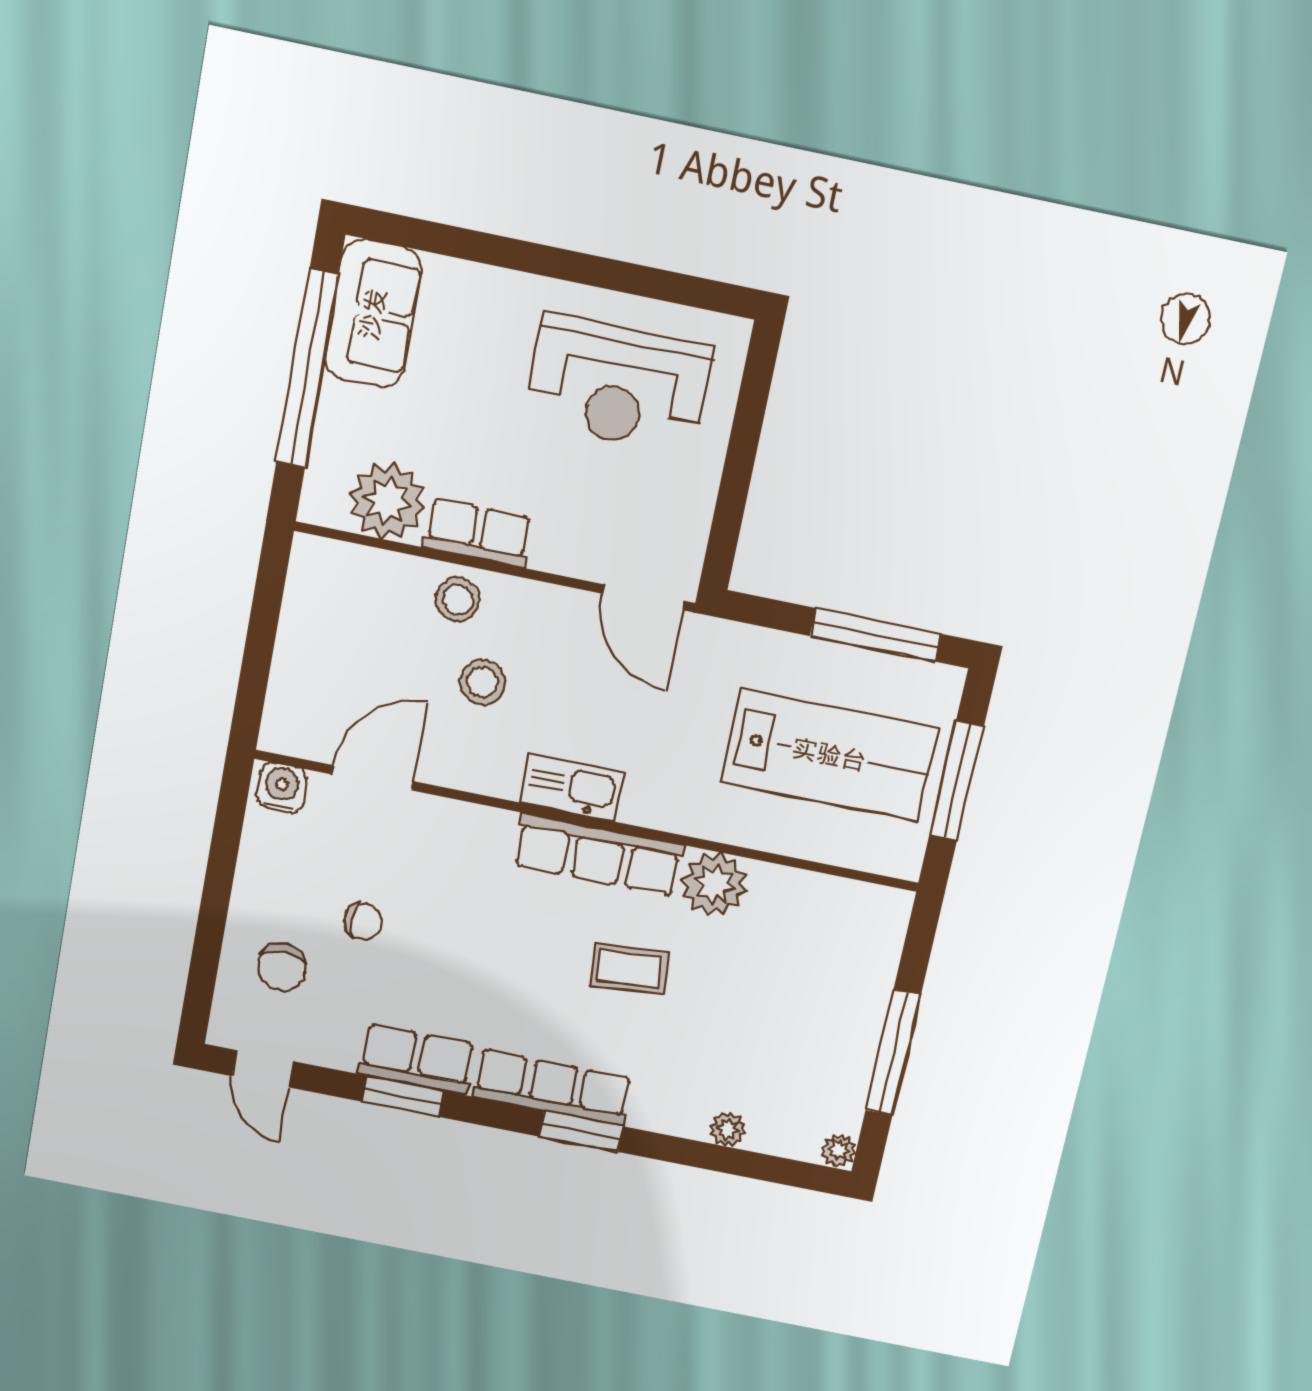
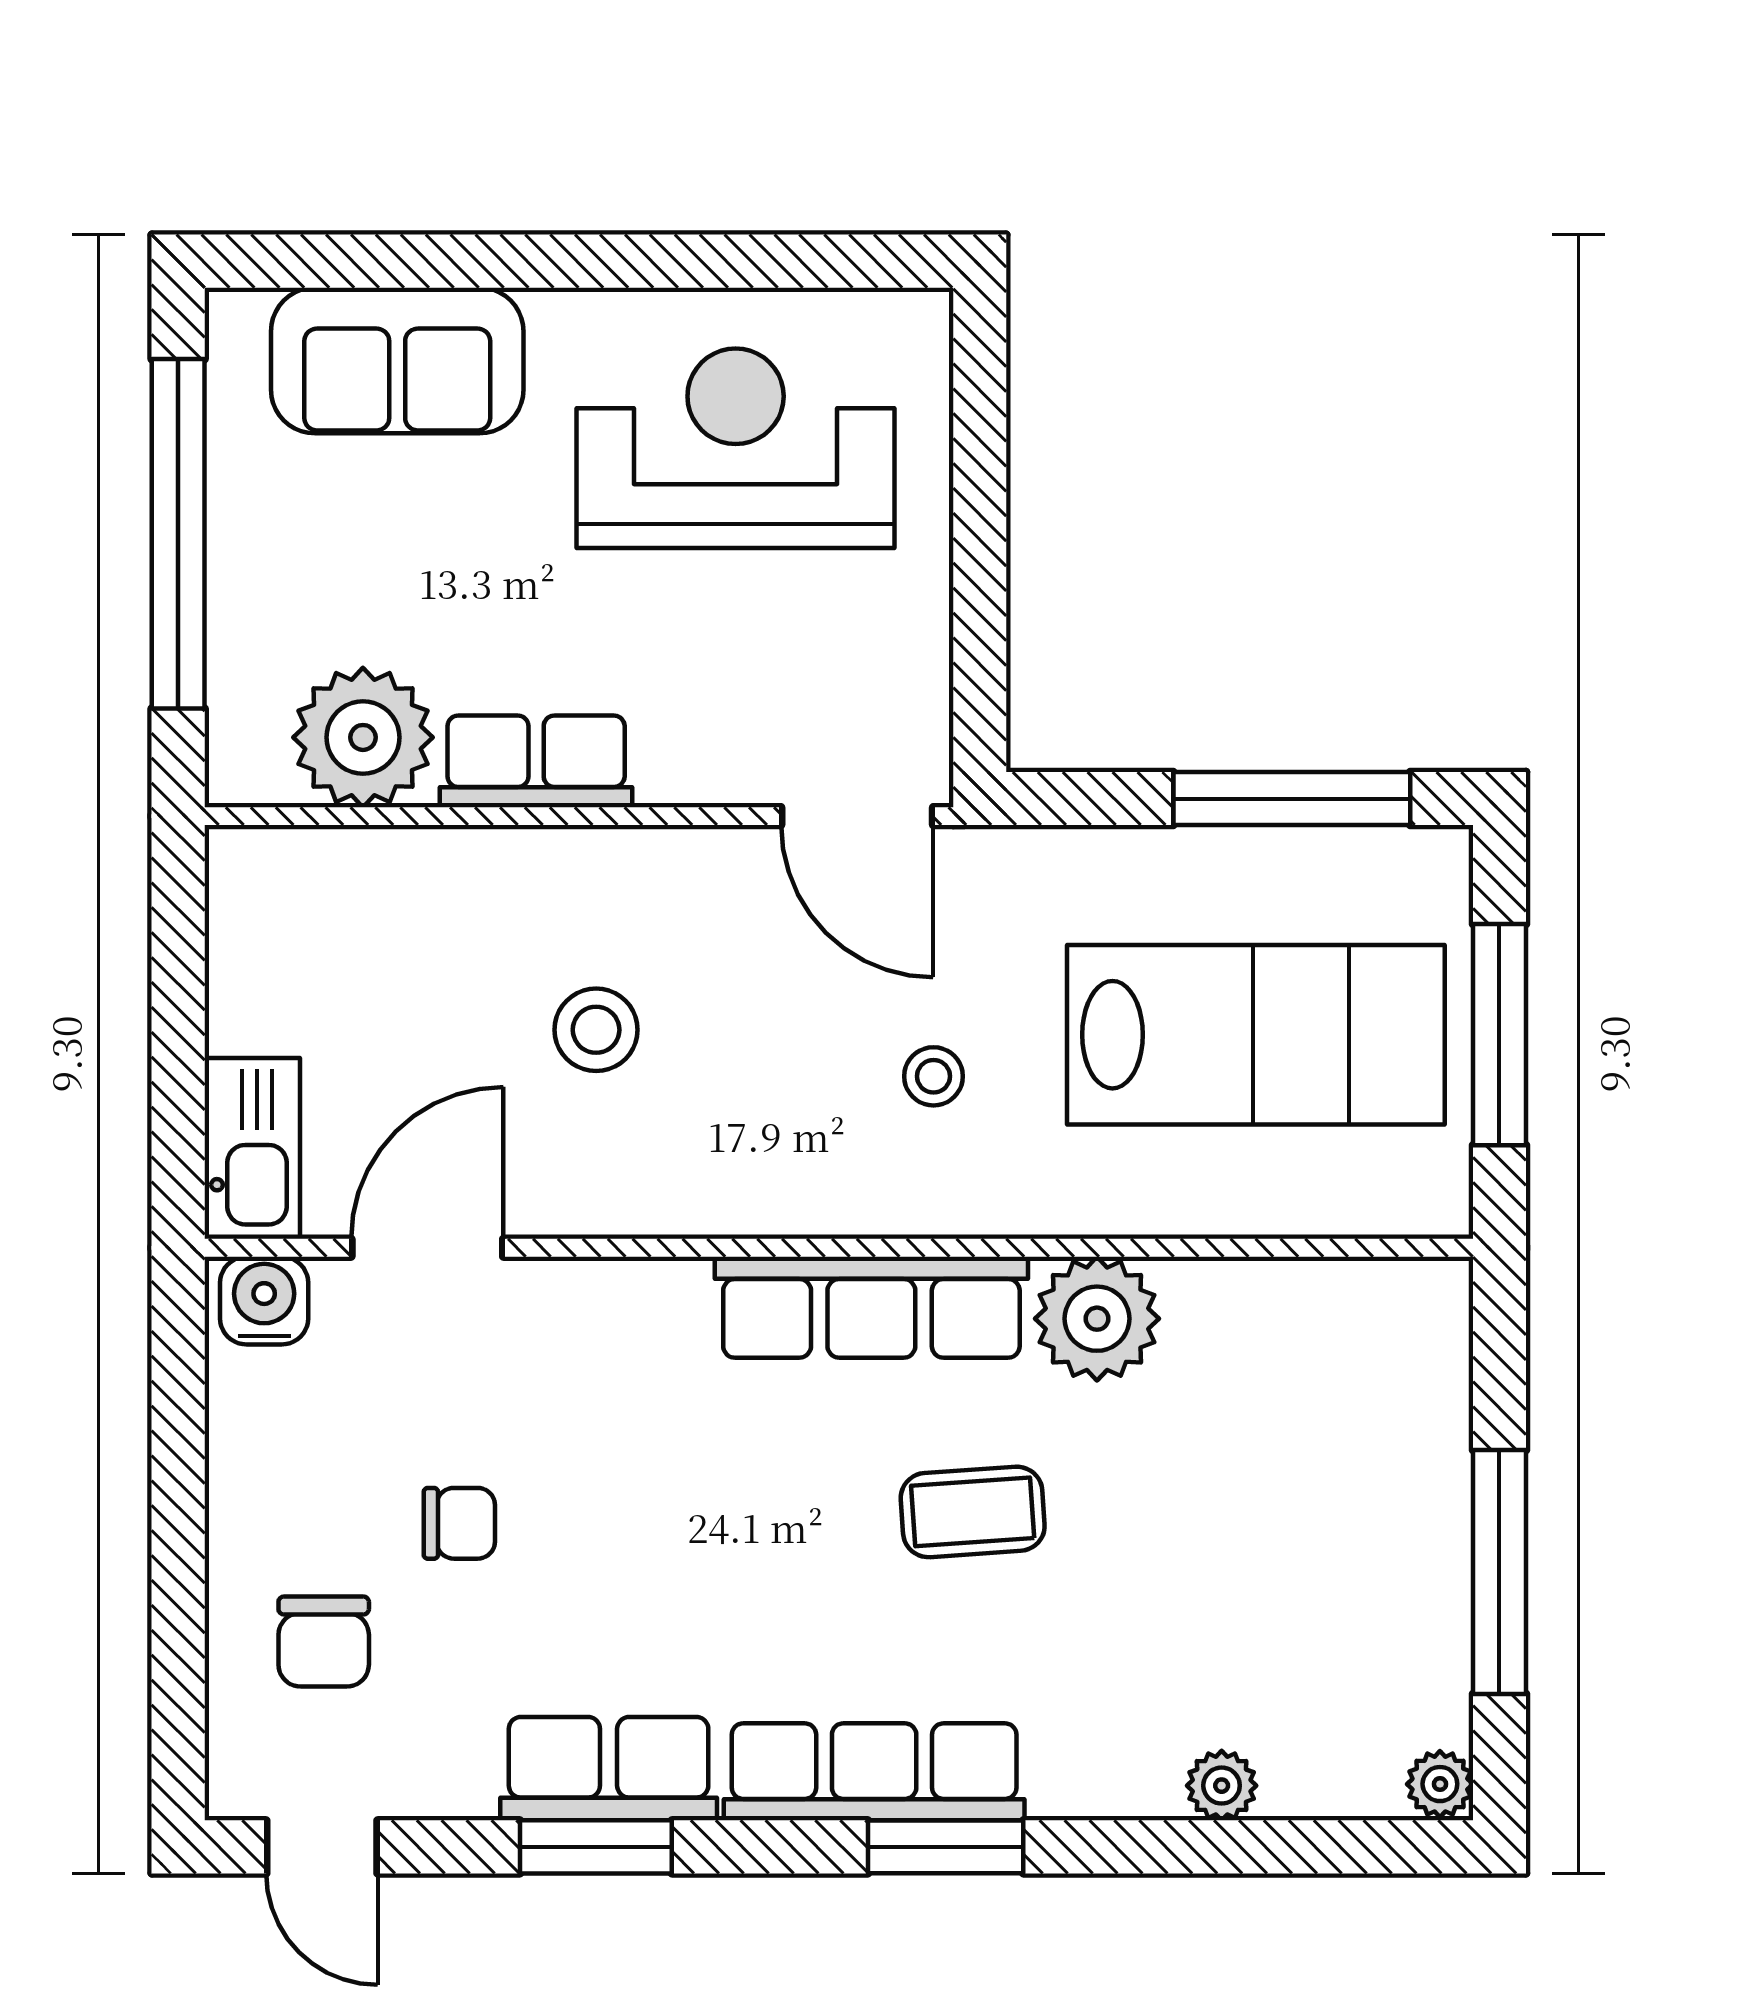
sofa: (373, 314) -> (397, 361), moved, turned 90
reception desk: (618, 384) -> (736, 448), turned 180
stool: (458, 600) -> (933, 1076), moved, width x0.73, depth x0.73
kitchen sink: (572, 788) -> (252, 1148), moved, turned 90

